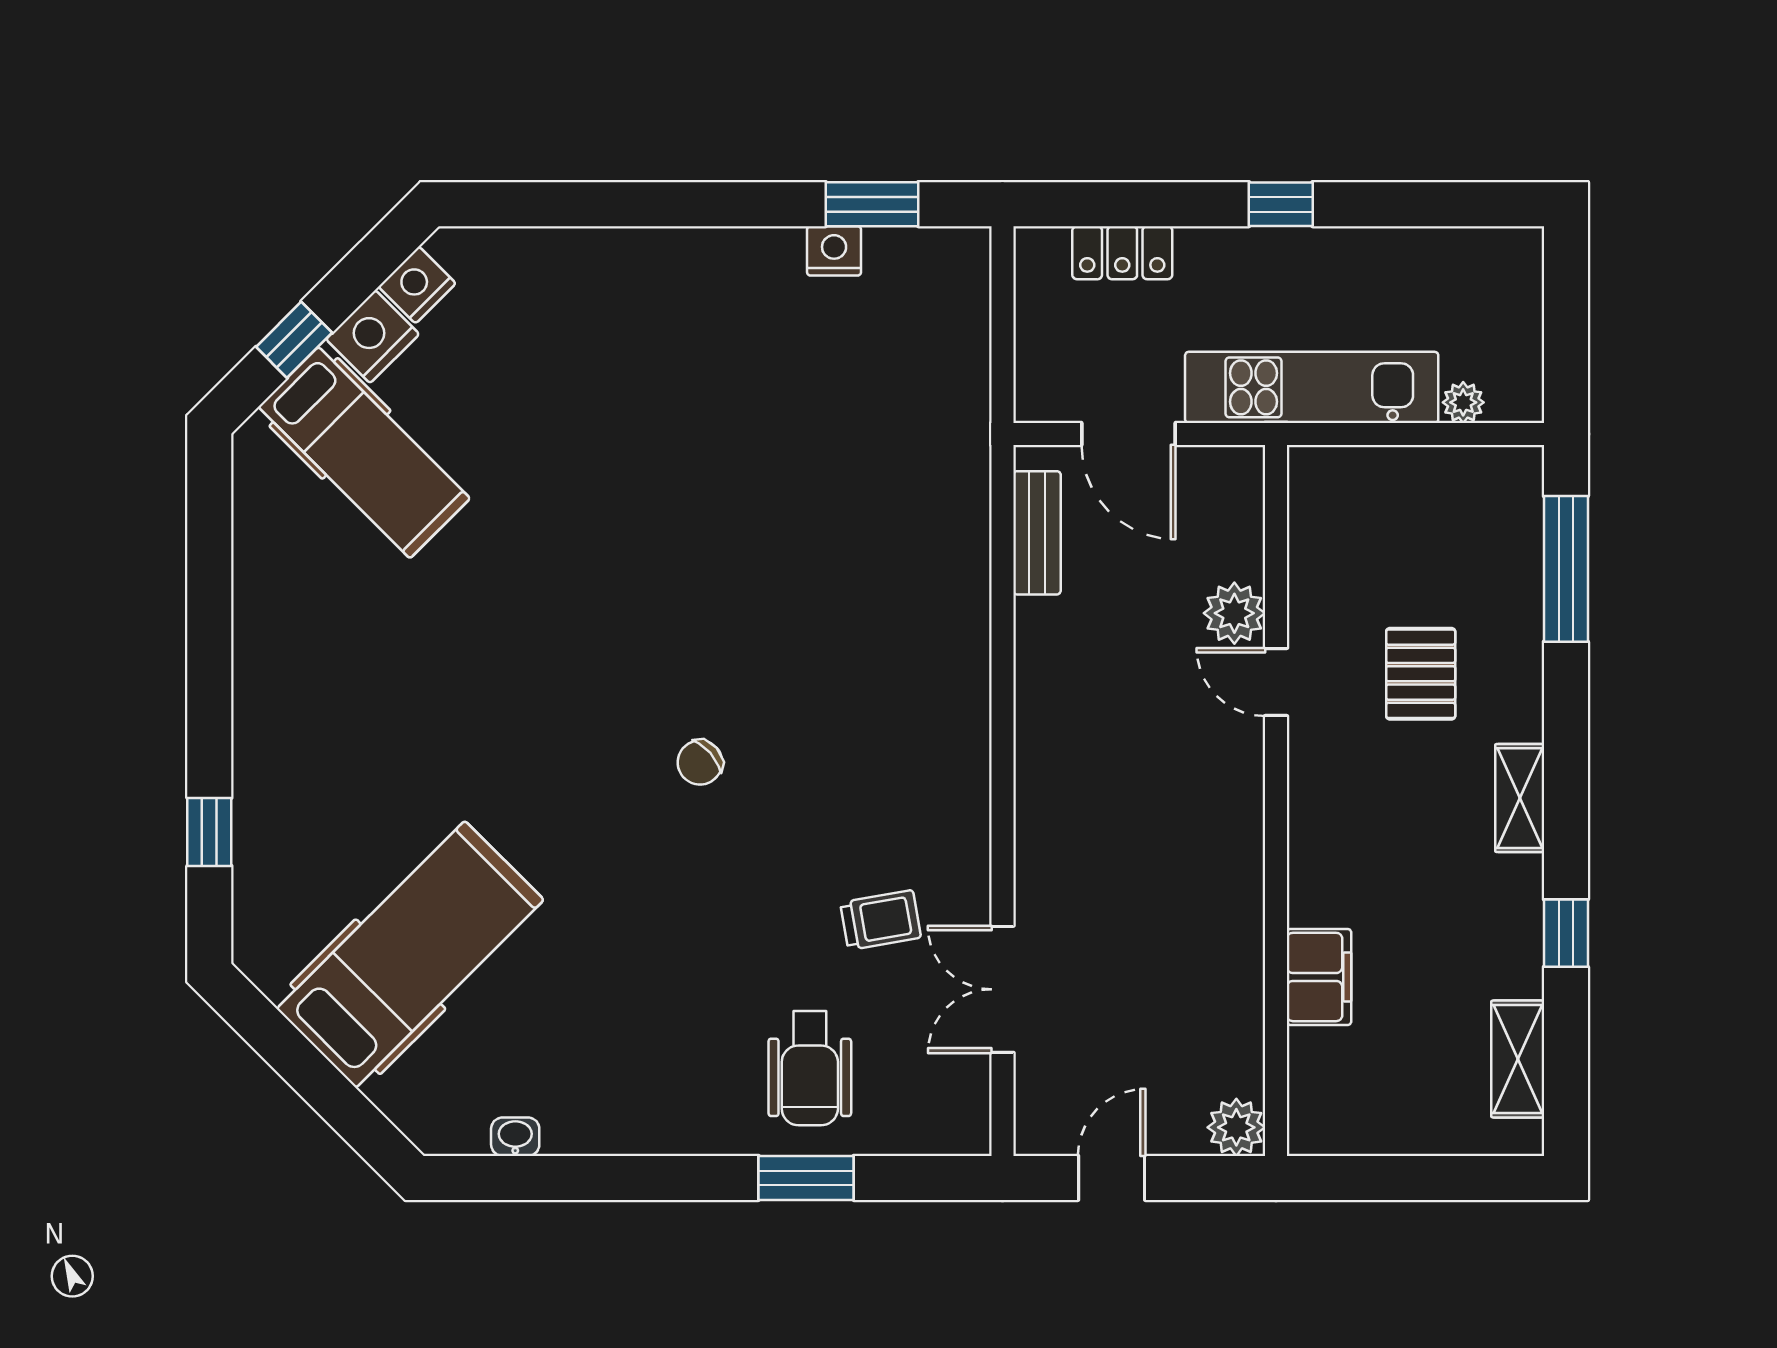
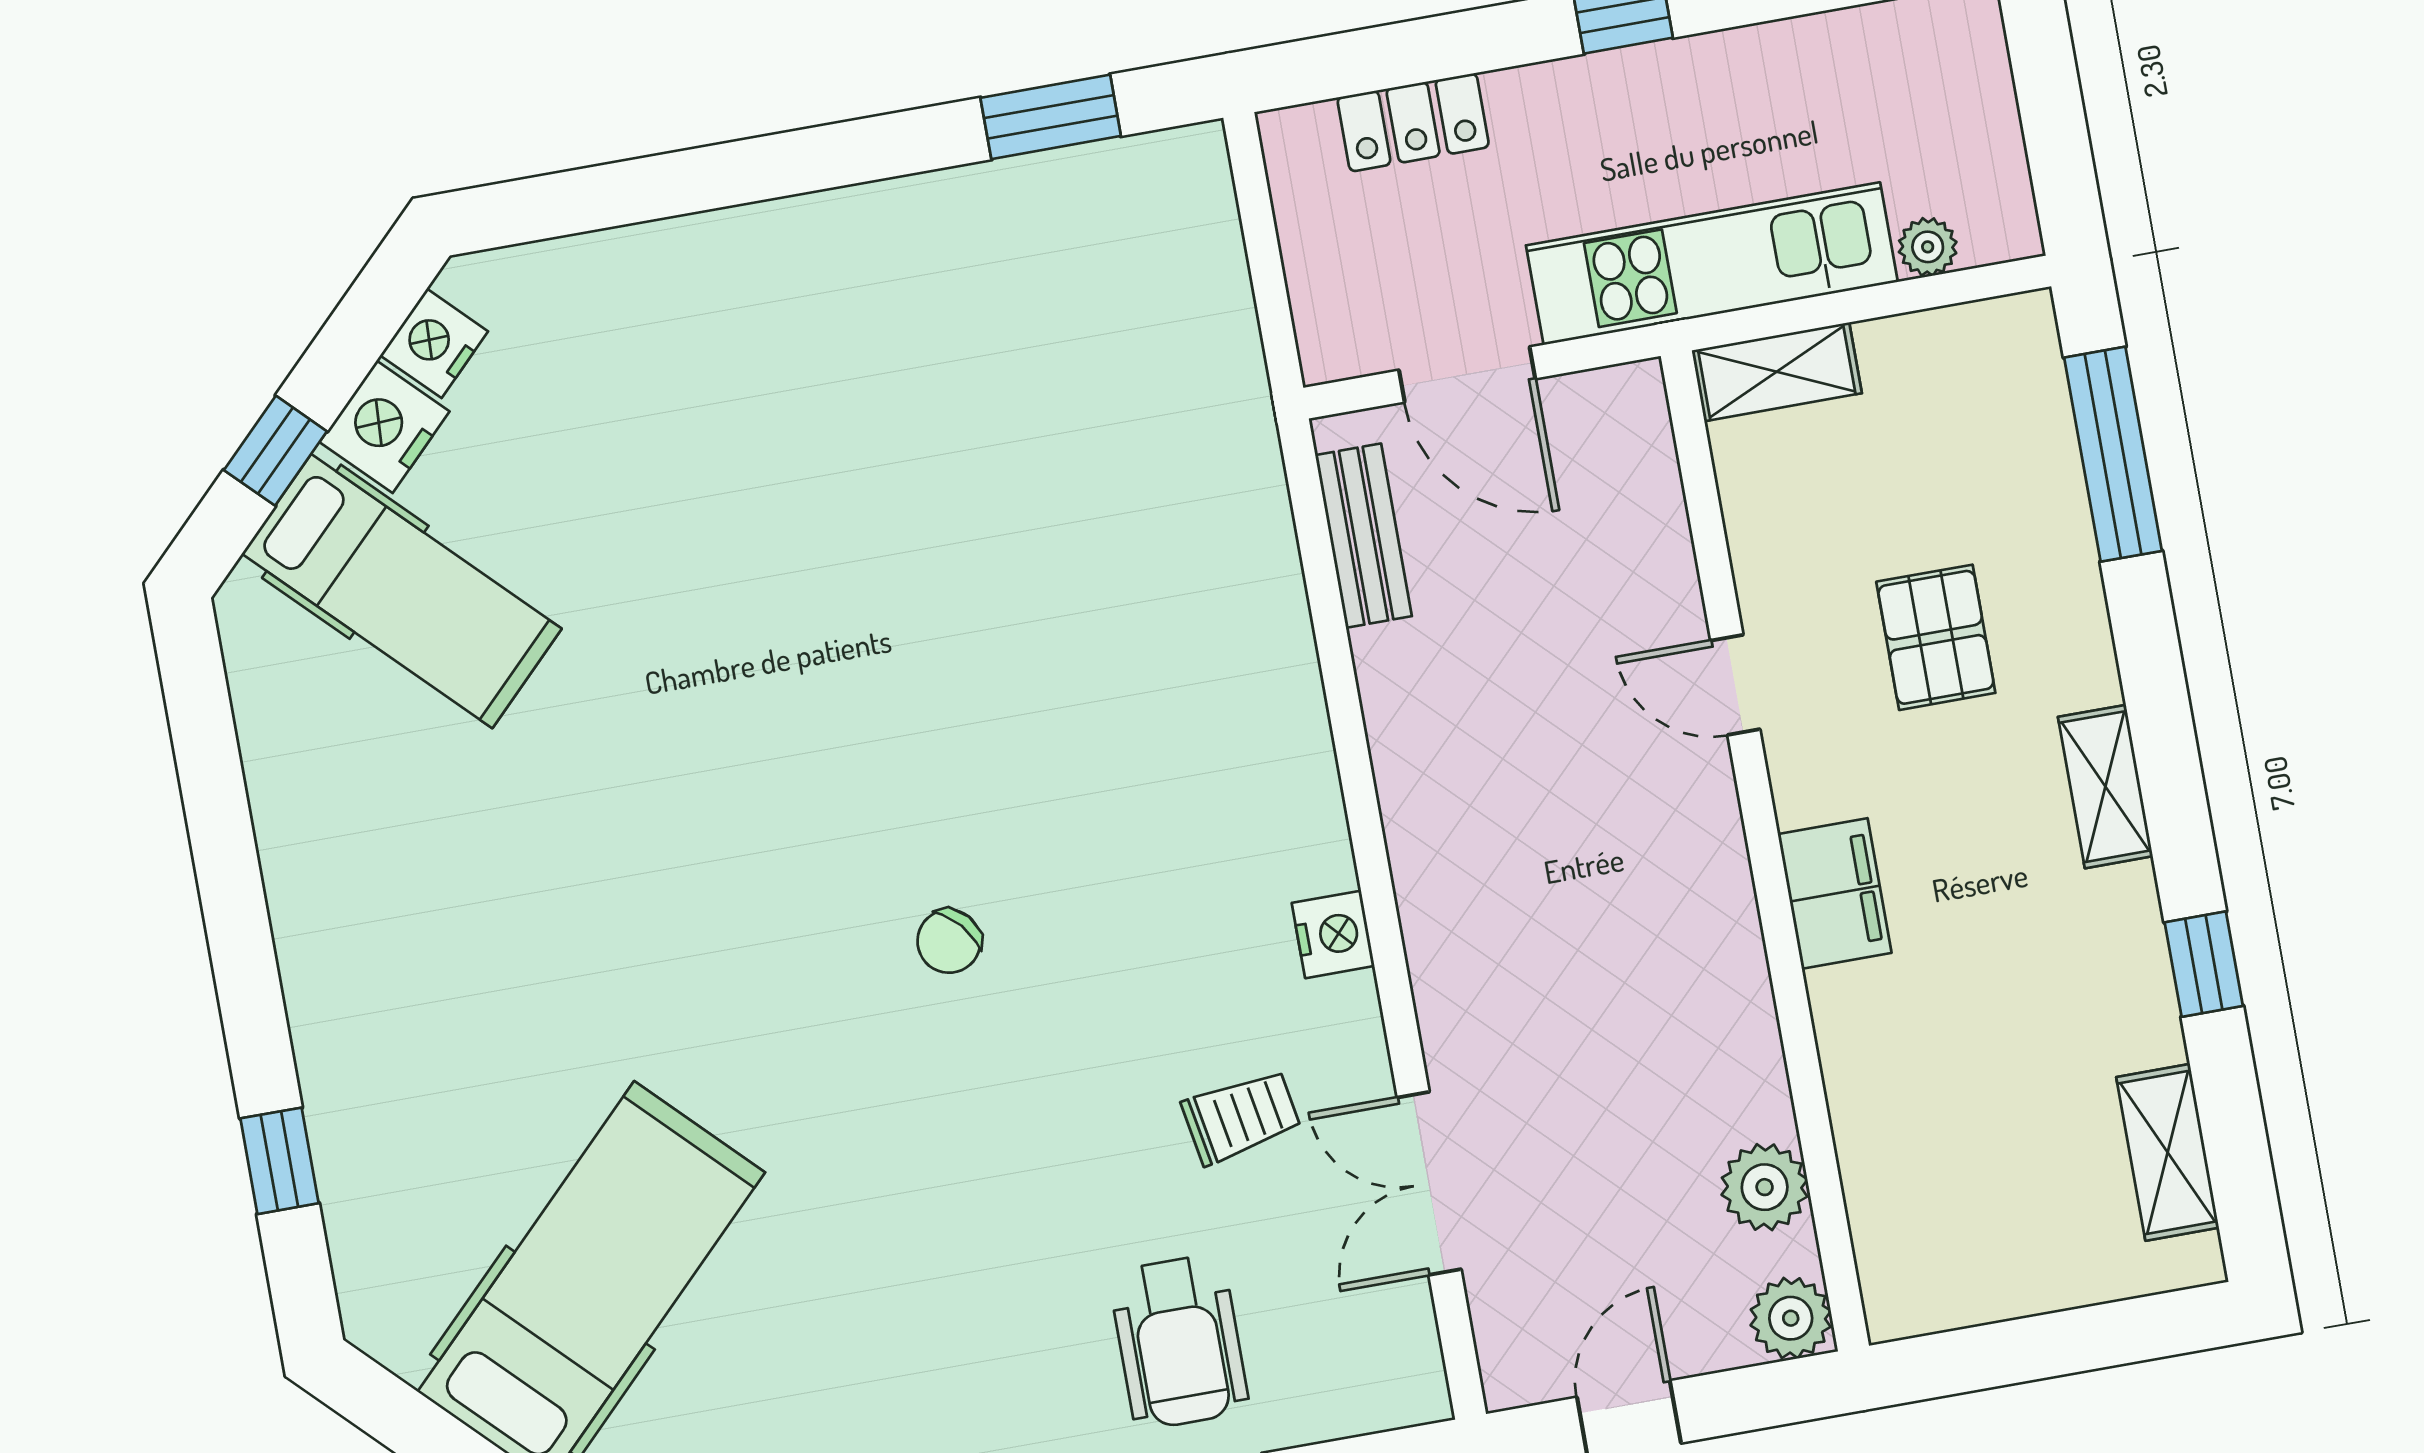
nightstand: (834, 251) -> (1333, 934), moved, turned 90
shelving: (1343, 470) -> (1777, 372), added
plant: (1234, 613) -> (1765, 1187), moved
filing cabinet: (1319, 977) -> (1835, 894), moved

